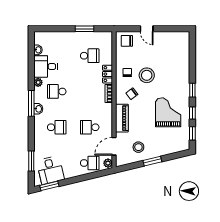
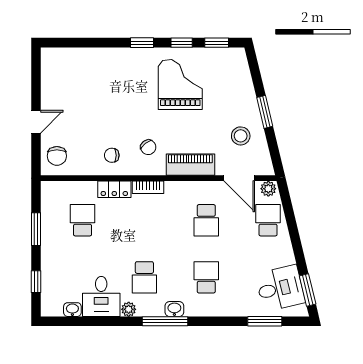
window: (54, 29) -> (36, 282), added
stool: (147, 75) -> (116, 122), removed
grand piano: (168, 112) -> (180, 85), turned 90

